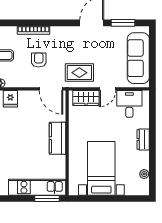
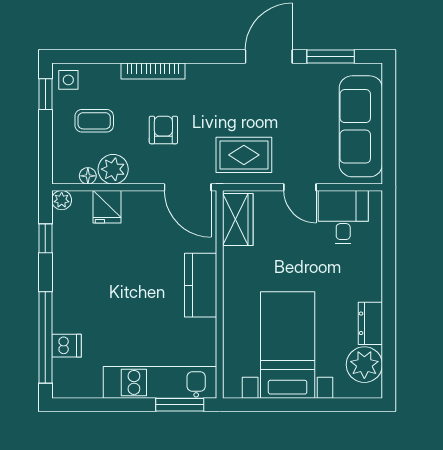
plant: (13, 80) -> (113, 169), added
door: (108, 89) -> (300, 187), hinge flipped
wardrobe: (86, 98) -> (238, 220), moved, turned -90
dresser: (143, 140) -> (370, 323), moved
plant: (144, 174) -> (364, 365), width x1.88, depth x1.88

